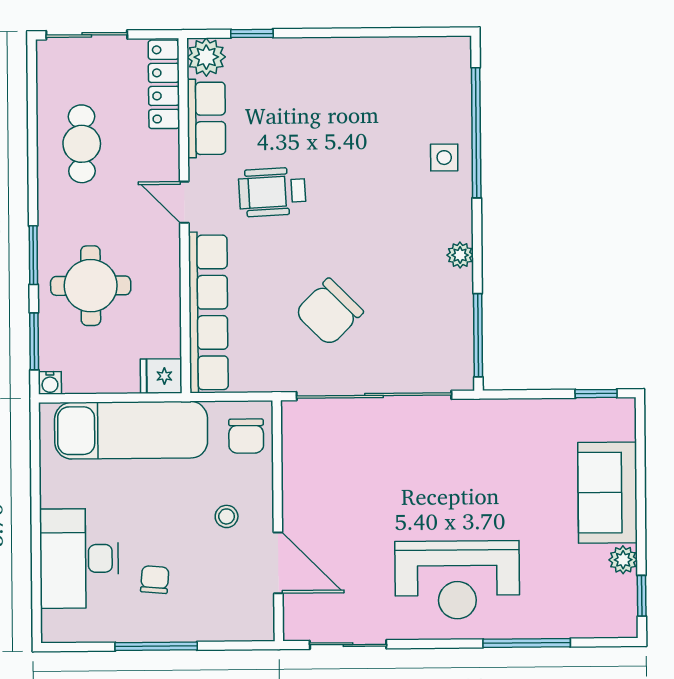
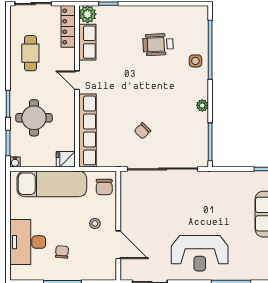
wheelchair: (272, 192) -> (158, 44), moved
chair: (329, 312) -> (142, 131), width x0.54, depth x0.54

